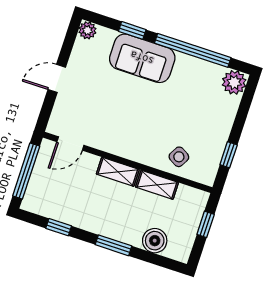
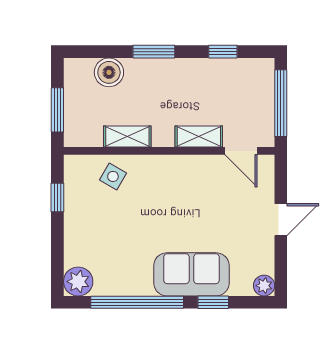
door: (70, 143) -> (241, 151), swing flipped
shelving: (118, 172) -> (199, 137), moved
window: (206, 224) -> (57, 110), width x1.50

